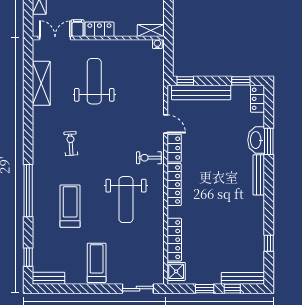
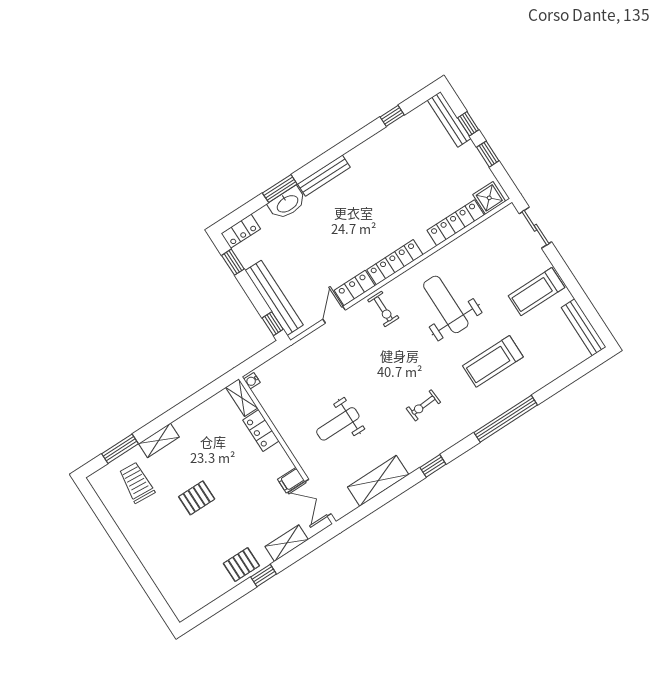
locker: (99, 29) -> (261, 430), moved
weight bench: (94, 81) -> (338, 424), width x0.73, depth x0.75
weight bench: (126, 200) -> (446, 304), turned -90
window: (28, 257) -> (433, 466), moved
bench: (48, 278) -> (584, 327), width x1.36

